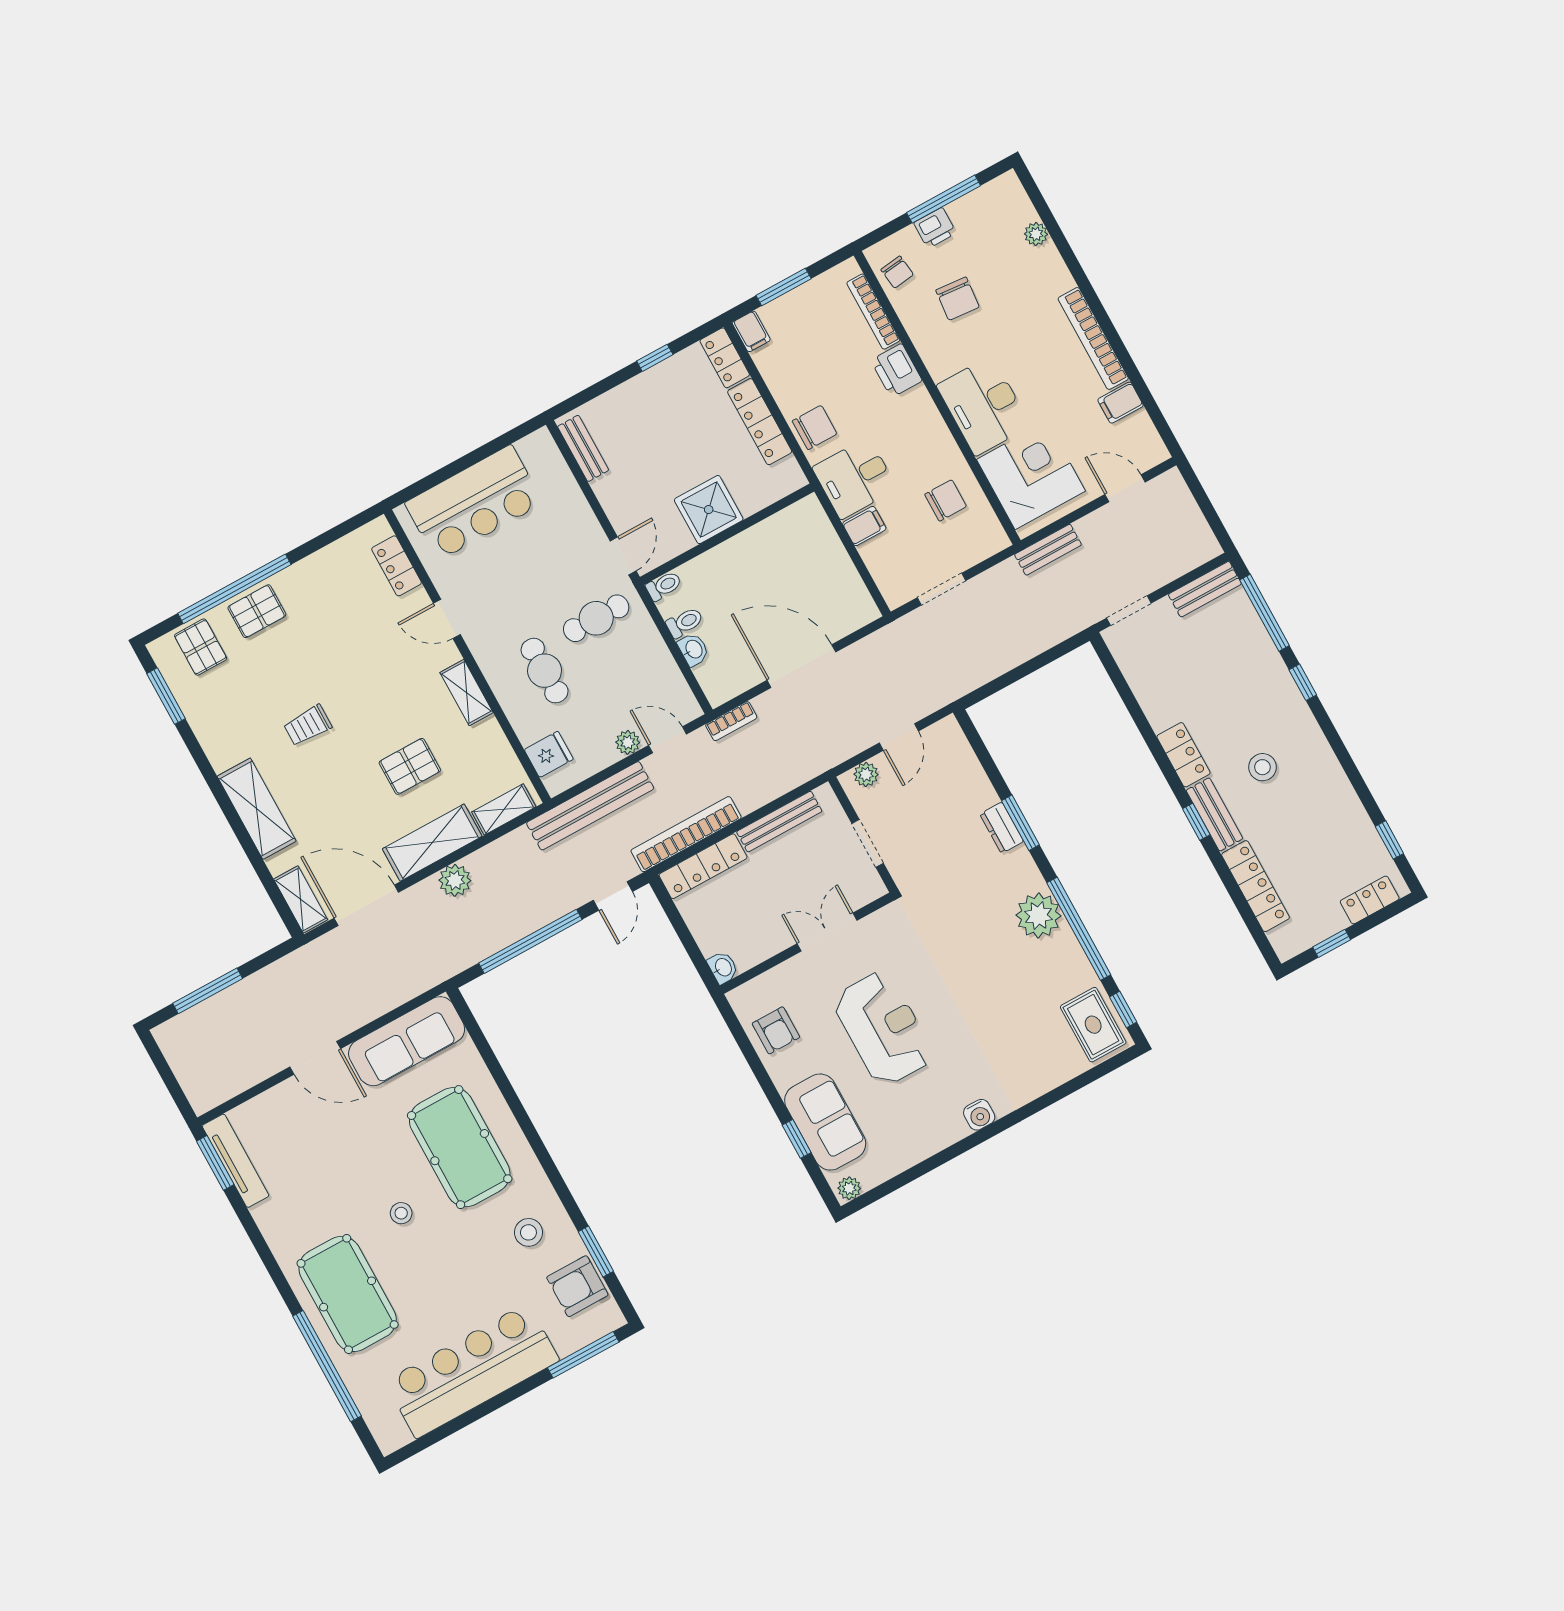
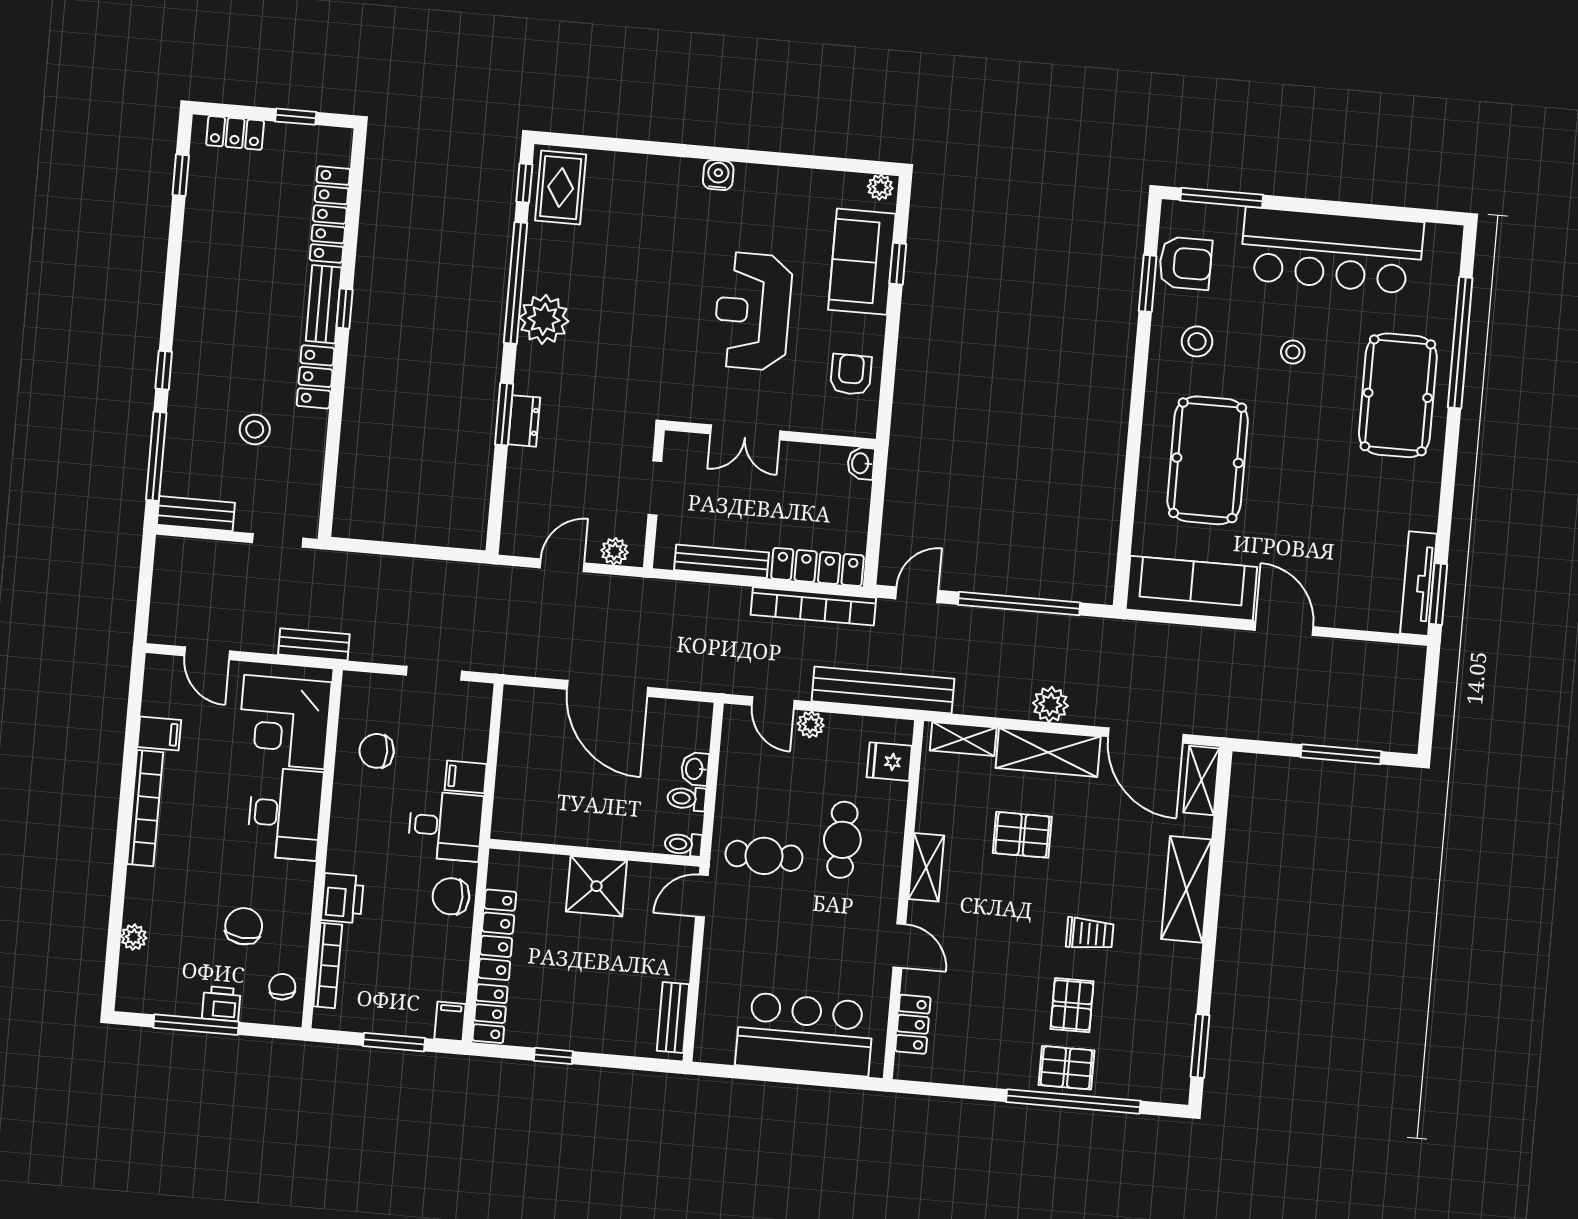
pallet: (201, 647) -> (1072, 1005), moved
bookcase: (731, 721) -> (704, 681), removed
stool: (1262, 767) -> (255, 429), moved
stool: (401, 1213) -> (1293, 352), moved

